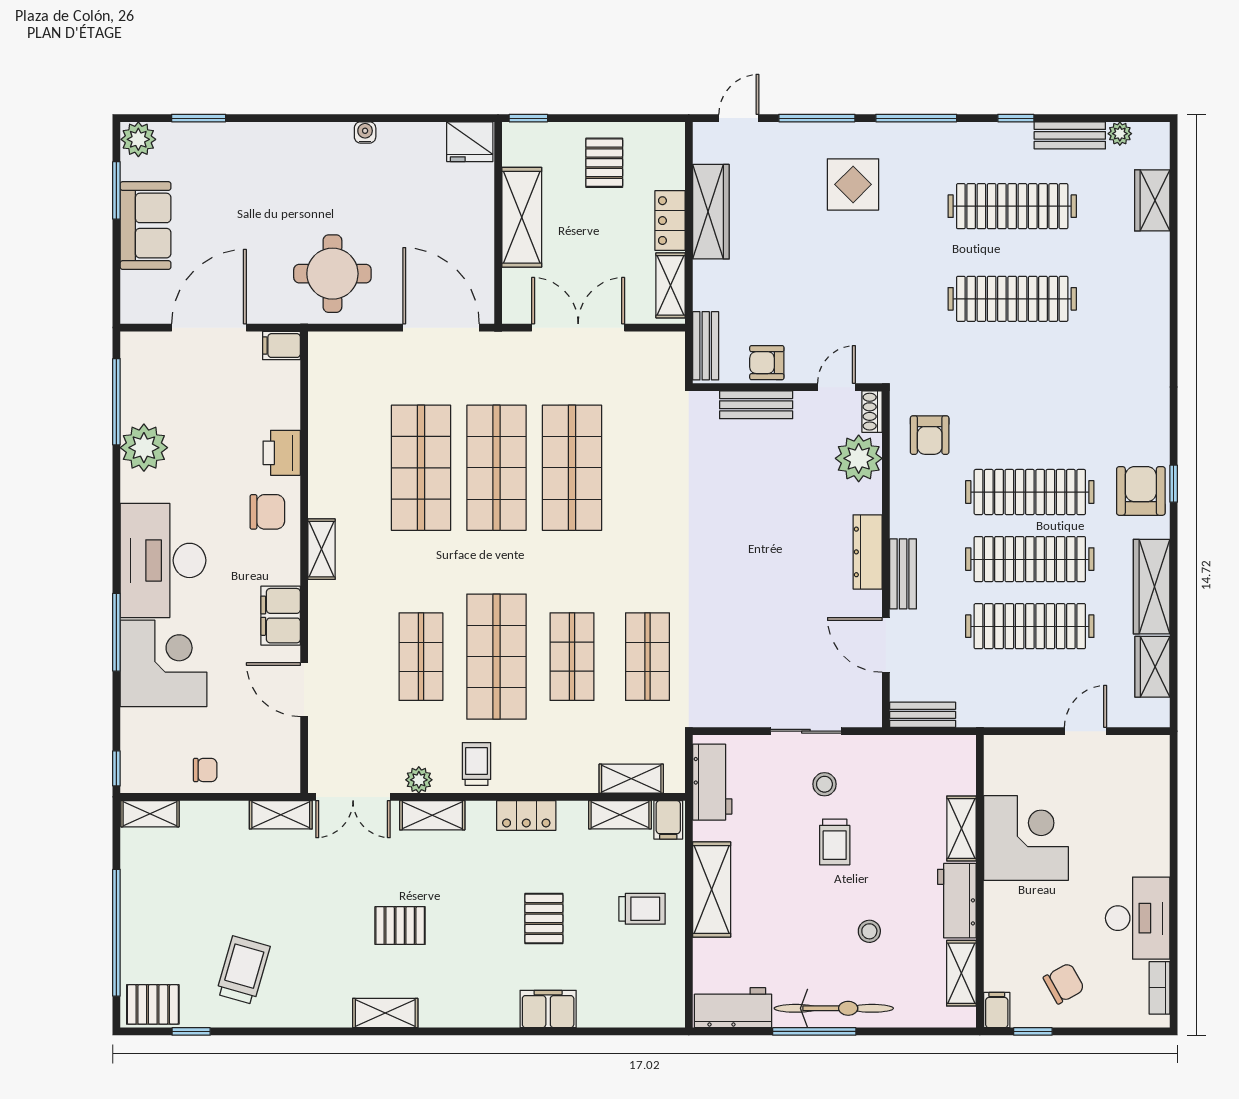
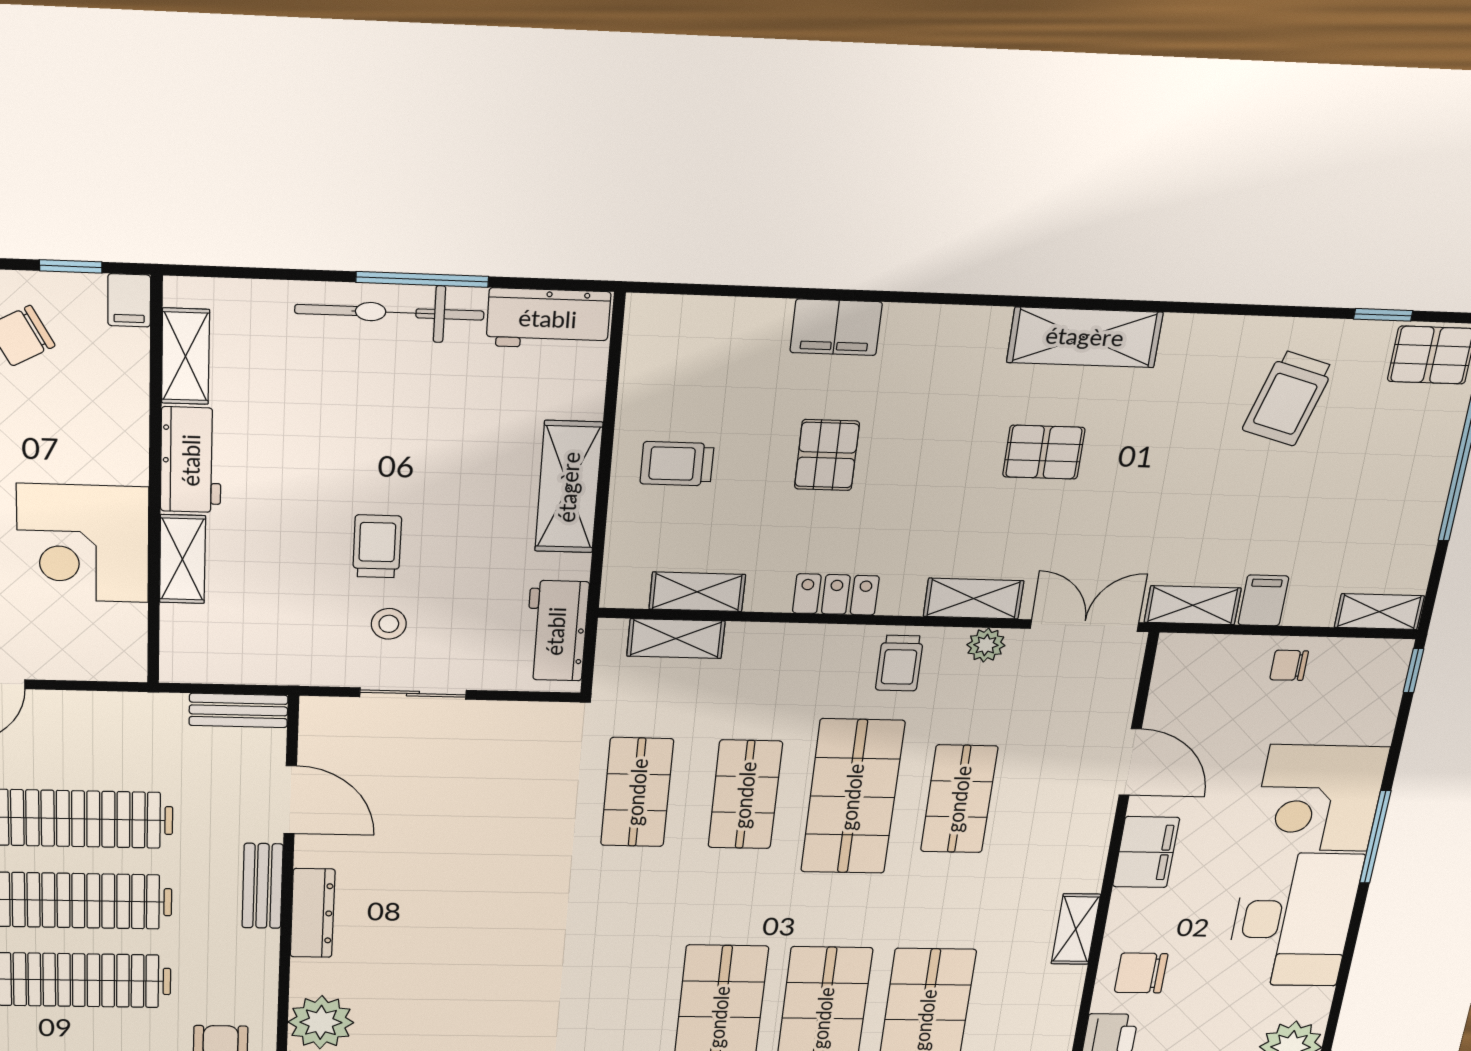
filing cabinet: (668, 820) -> (1263, 600), moved
stool: (869, 931) -> (329, 421), removed
shelving: (385, 1013) -> (1085, 337), width x1.50, depth x1.33

